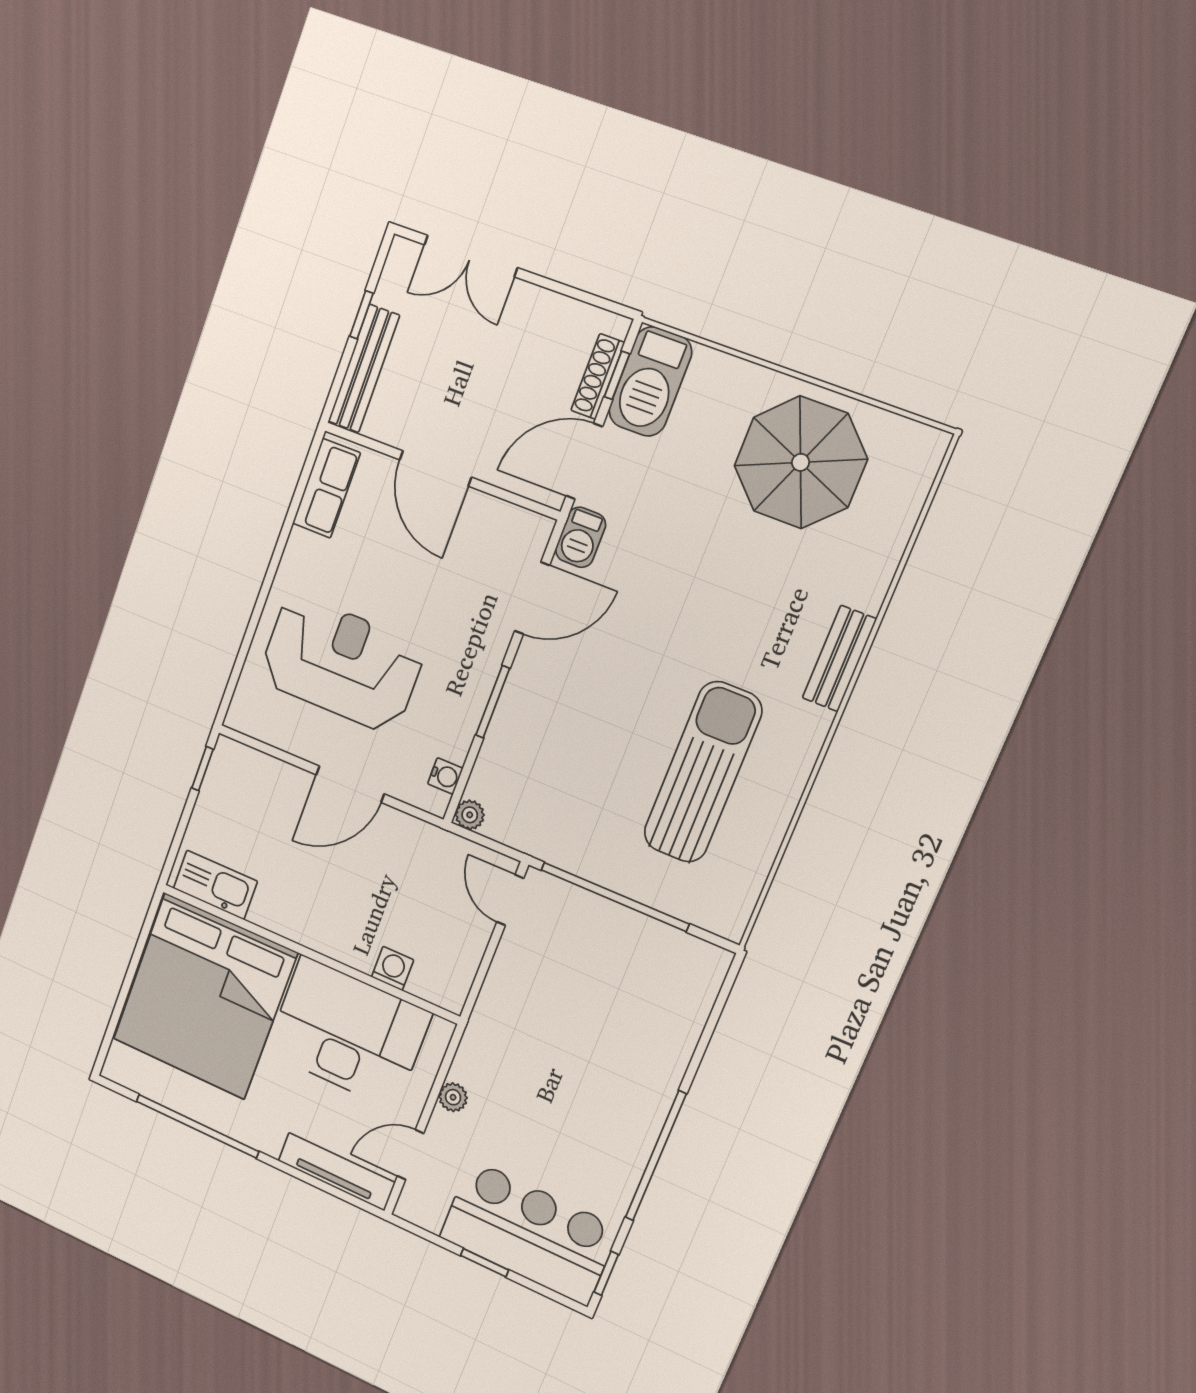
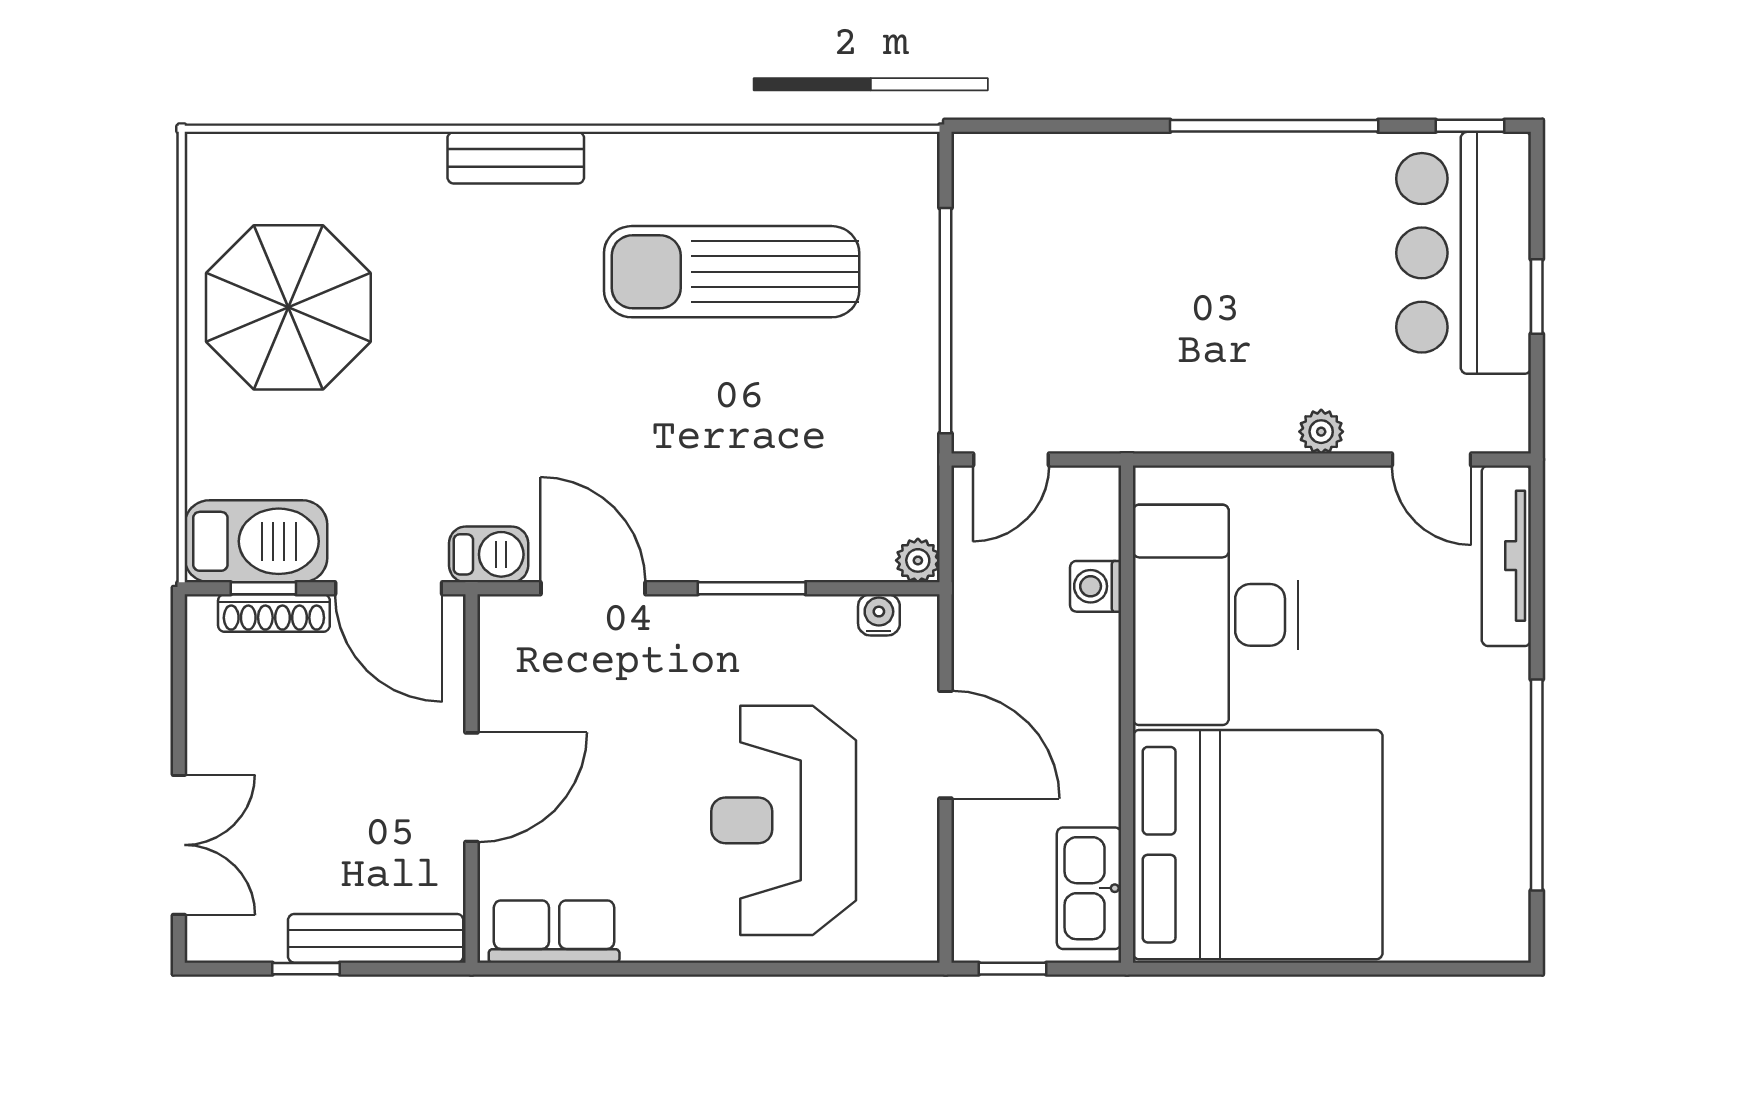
kitchen sink: (215, 885) -> (1089, 888), moved
wall: (309, 953) -> (1127, 714), moved
washing machine: (393, 968) -> (1096, 586), moved
bed: (205, 996) -> (1258, 845), moved
desk: (348, 1033) -> (1215, 615), moved

